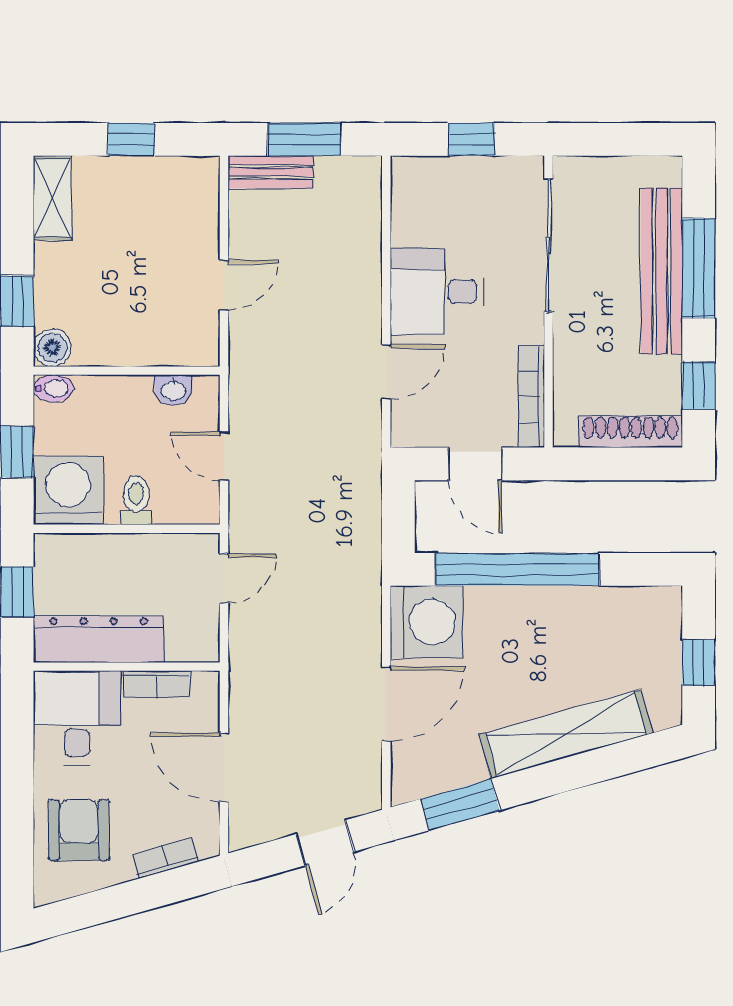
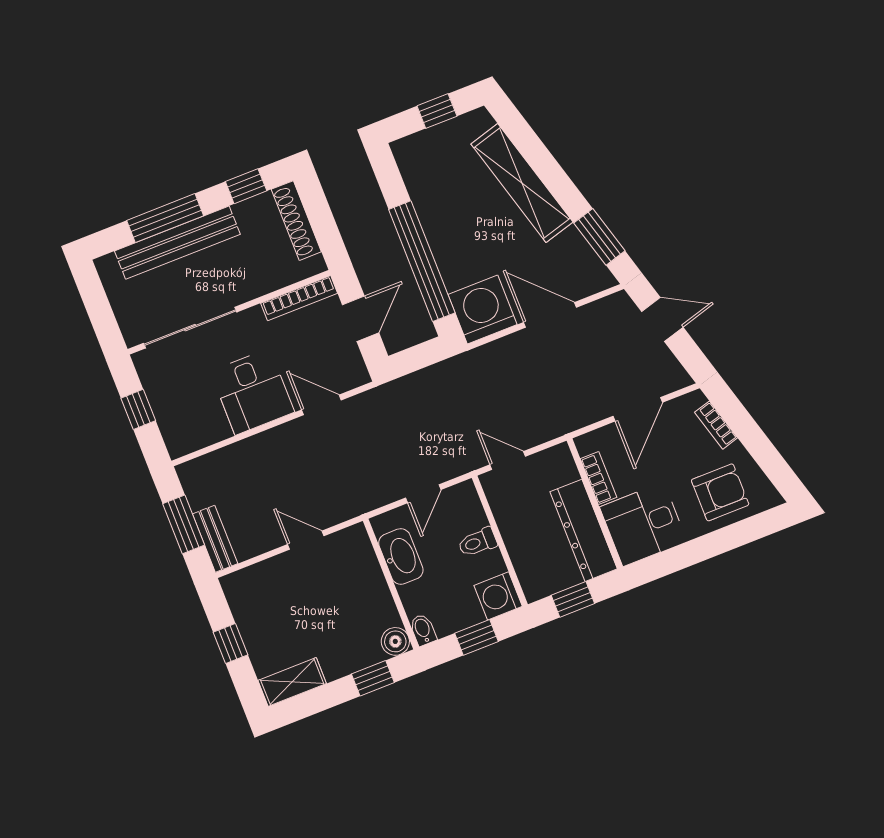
washbasin: (174, 390) -> (401, 556), width x1.91, depth x1.45
washing machine: (68, 490) -> (498, 596), width x0.73, depth x0.73
armchair: (79, 830) -> (720, 492), turned 180

